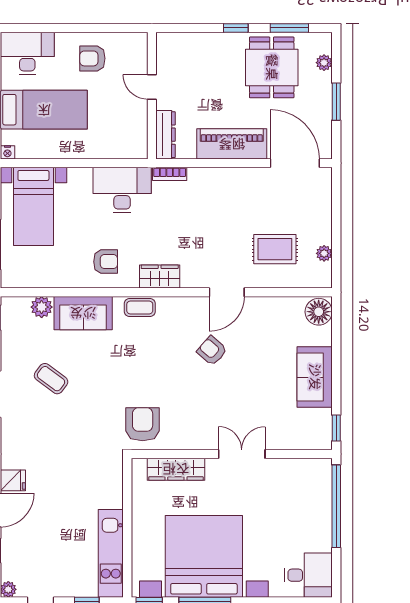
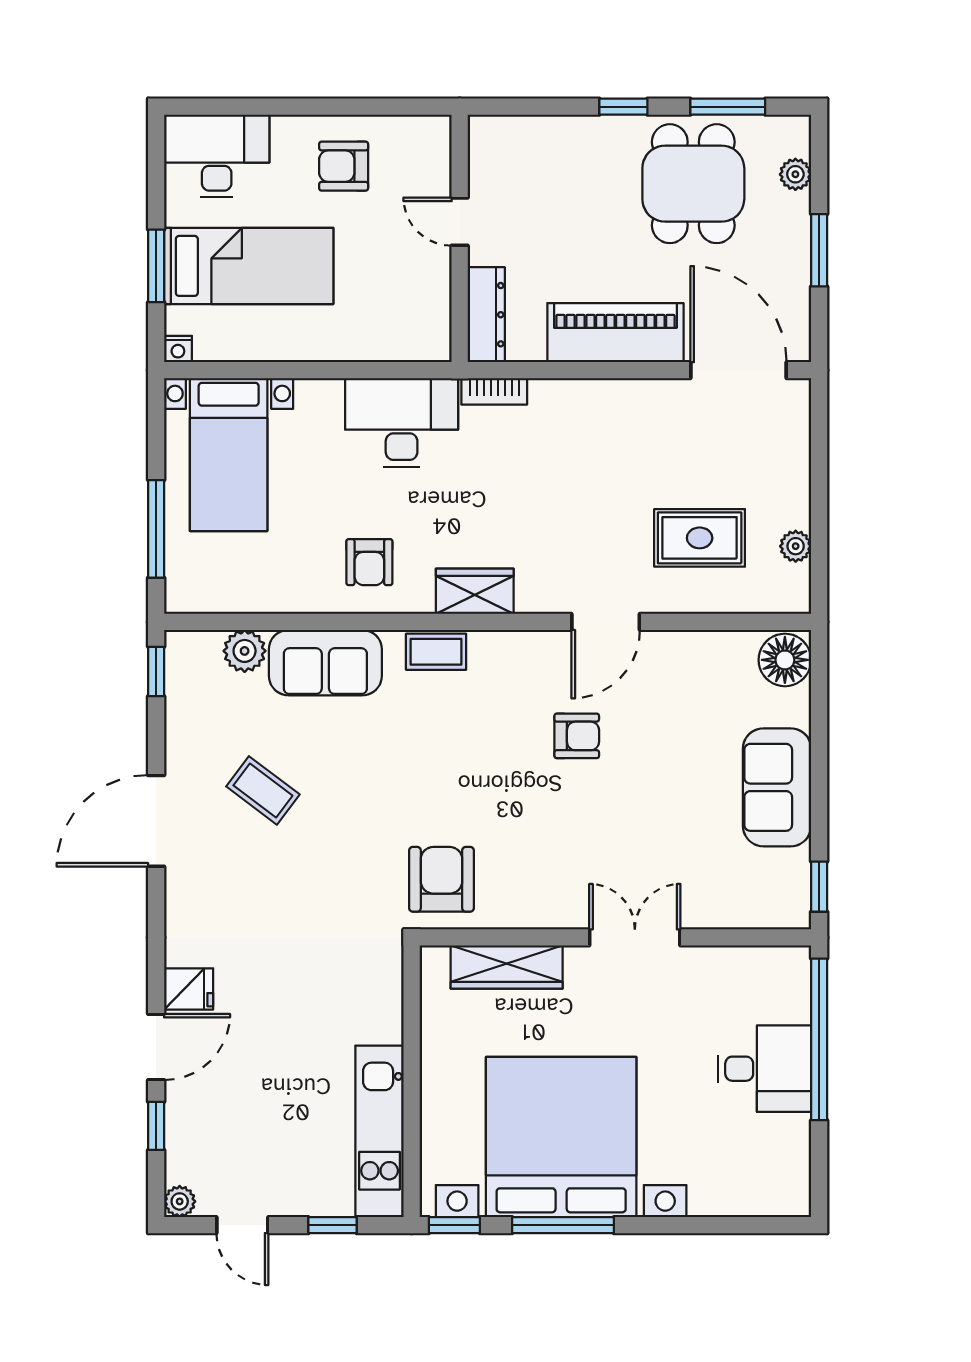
armchair: (106, 262) -> (369, 562), turned 90
armchair: (212, 351) -> (577, 736), turned 139
desk: (308, 575) -> (764, 1069), moved

